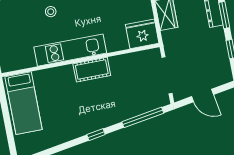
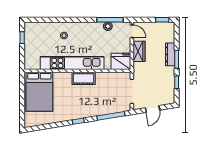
kitchen unit: (70, 50) -> (72, 63), width x1.36
door: (203, 96) -> (152, 109), hinge flipped
bed: (24, 103) -> (39, 92), width x1.50

